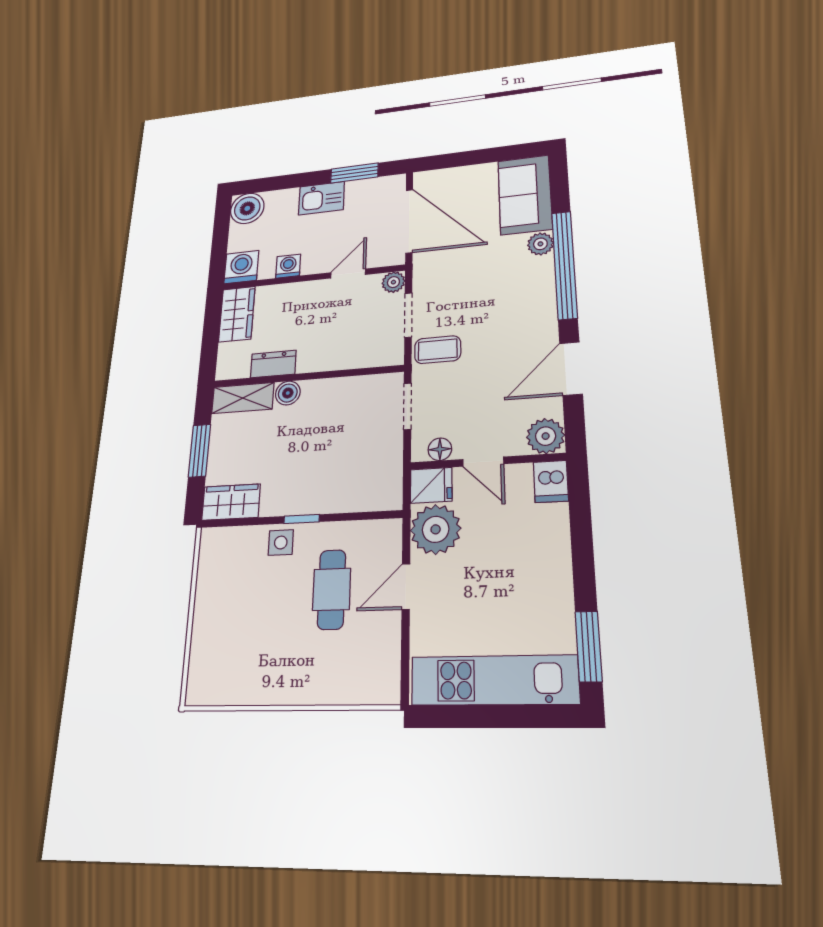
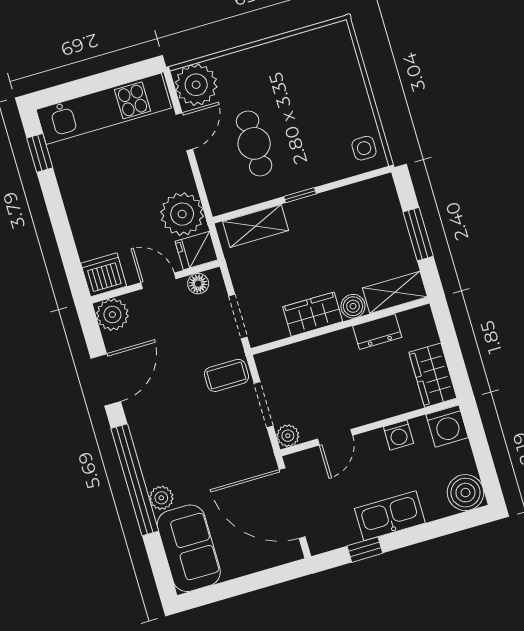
window: (354, 173) -> (365, 550), width x0.67
kitchen sink: (321, 198) -> (390, 516), width x1.38
dishwasher: (551, 482) -> (104, 275), width x1.38
shelving: (359, 497) -> (256, 226), added
wardrobe: (231, 502) -> (313, 314), moved, turned 180
side table: (281, 543) -> (364, 148), moved
door: (406, 587) -> (184, 132), moved
window: (589, 646) -> (40, 153), width x0.67
plant: (375, 678) -> (196, 85), added

